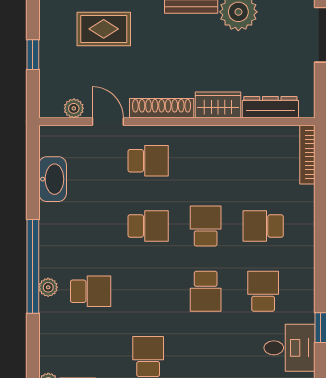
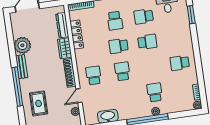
locker: (245, 136) -> (77, 35), added

